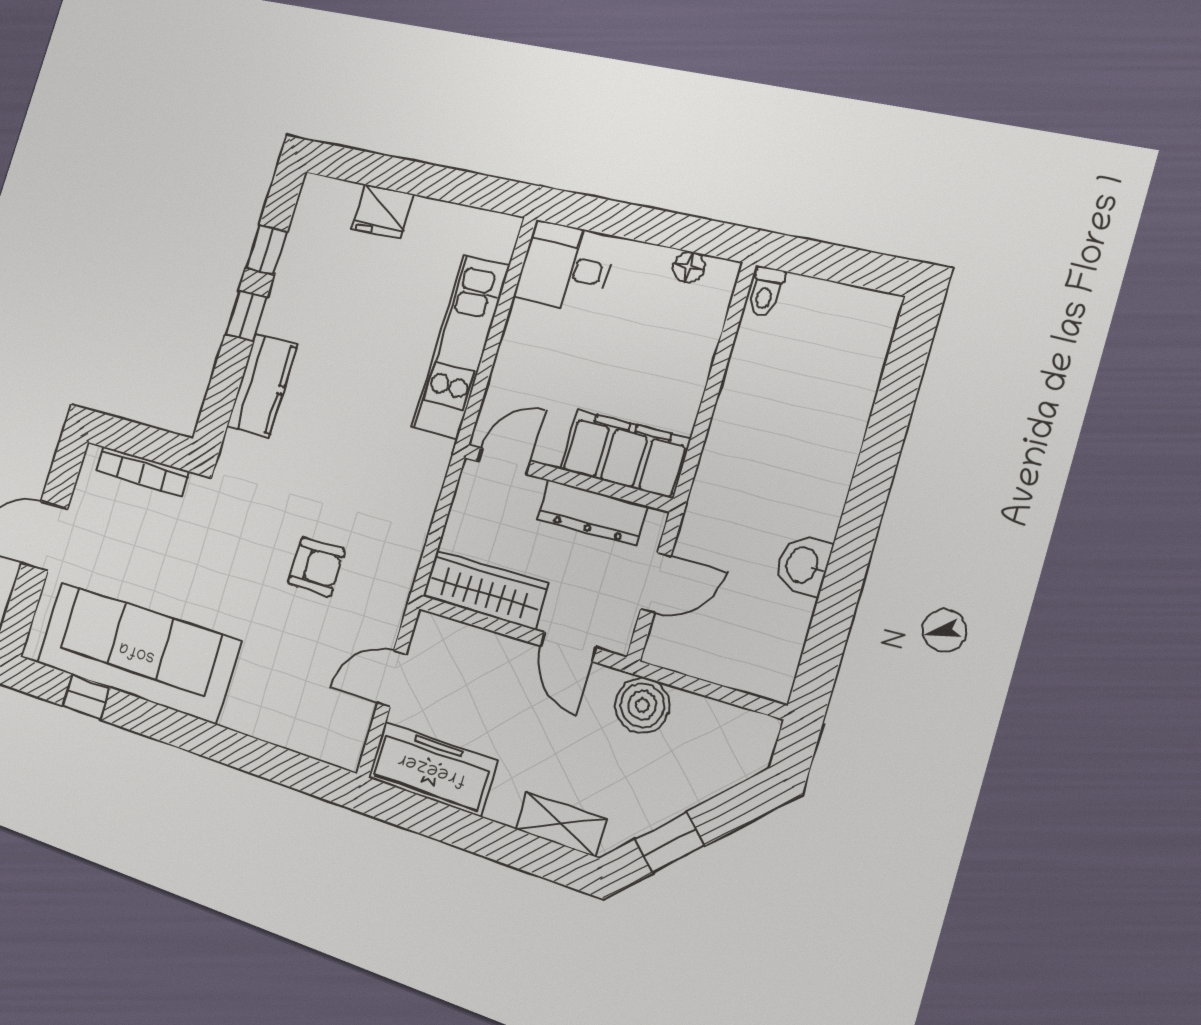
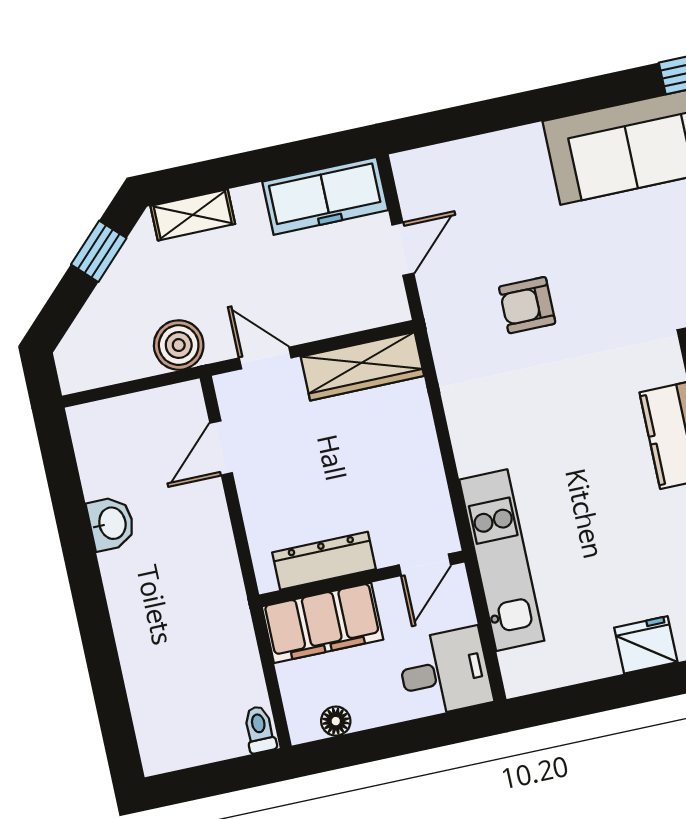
filing cabinet: (625, 454) -> (323, 623), moved
door: (504, 461) -> (425, 565), moved
wall: (567, 478) -> (362, 578), moved
dresser: (592, 513) -> (324, 561), moved

